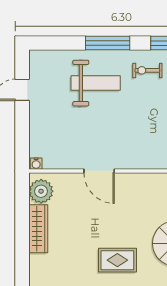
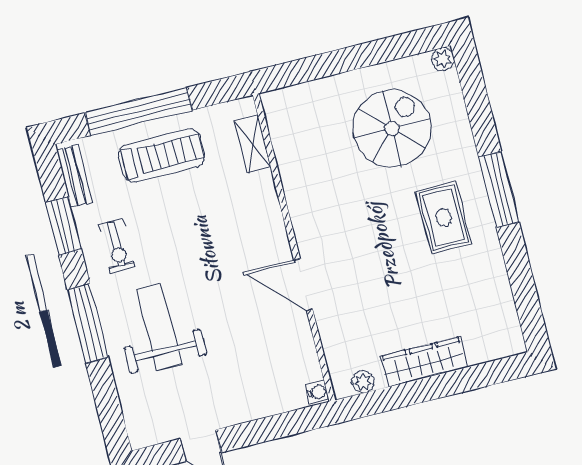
door: (99, 171) -> (303, 285), swing flipped
plant: (41, 191) -> (363, 382), width x0.53, depth x0.53

